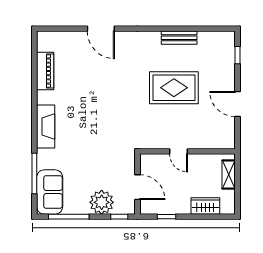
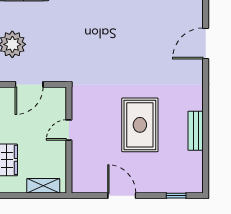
door: (237, 104) -> (122, 196), hinge flipped

